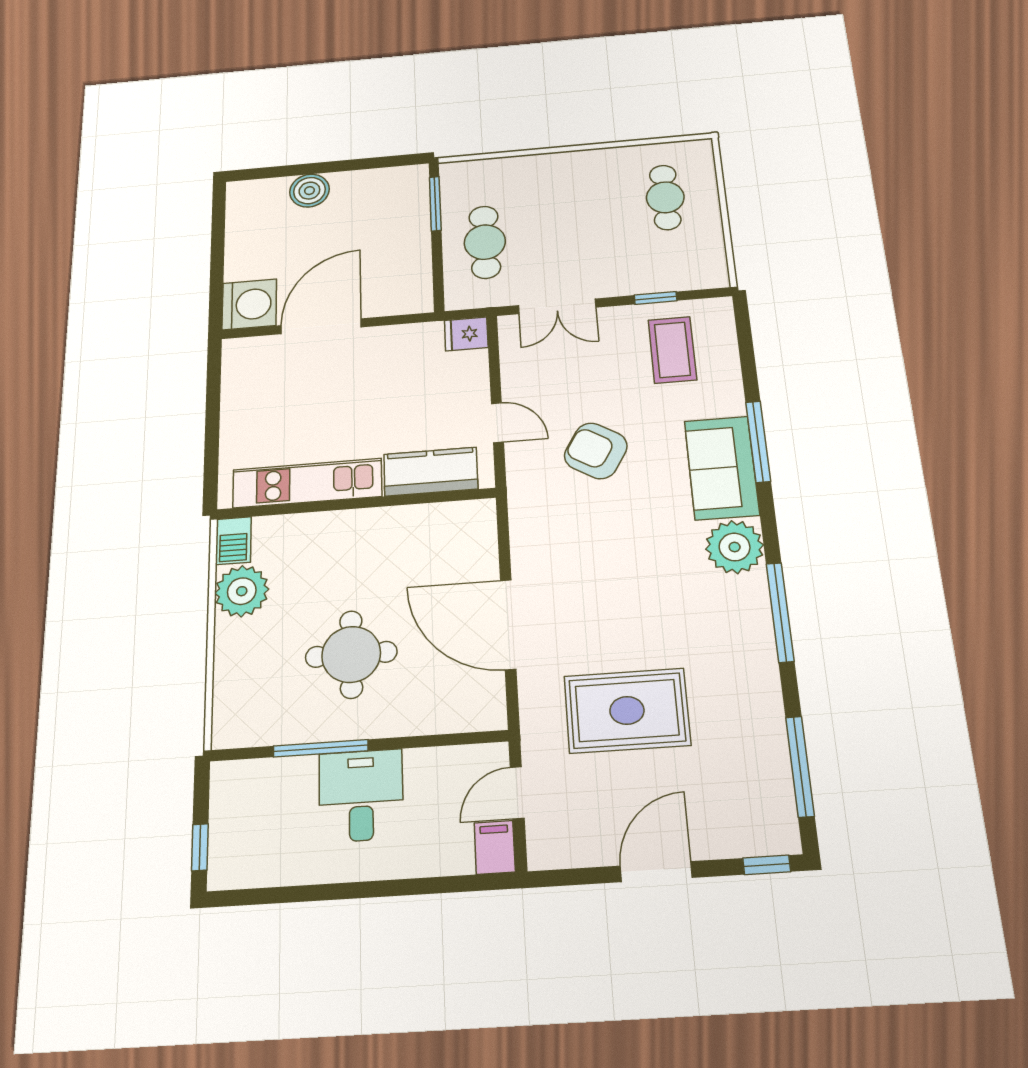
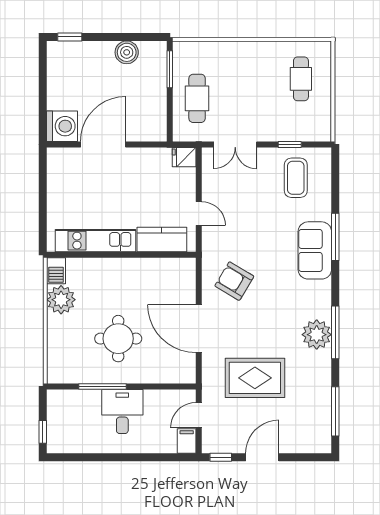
window: (265, 173) -> (70, 37), added
boiler: (309, 191) -> (127, 52), moved
armchair: (596, 451) -> (234, 281), moved
plant: (735, 547) -> (317, 335), moved
window: (767, 865) -> (221, 457), moved

